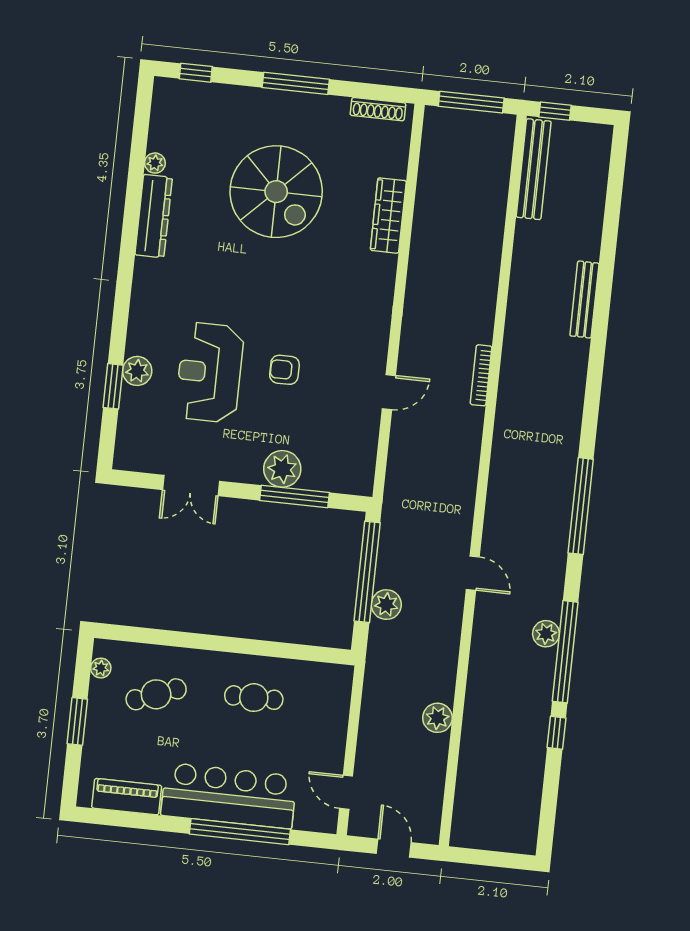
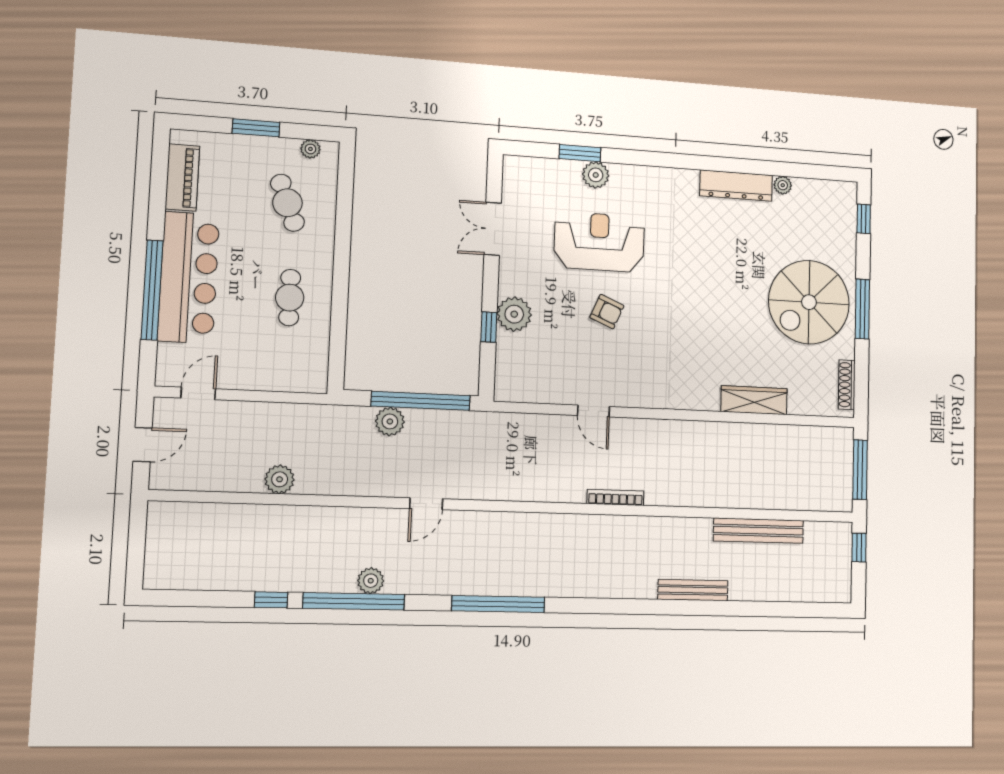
bench: (534, 169) -> (758, 531), moved
spiral stairs: (276, 192) -> (809, 302), moved
armchair: (284, 370) -> (607, 312), turned 113
window: (295, 497) -> (489, 327), width x0.46

